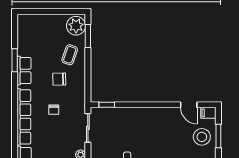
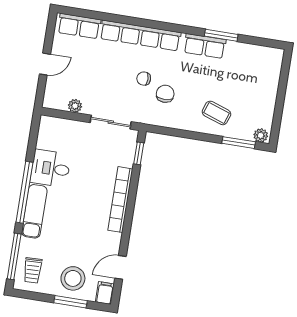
plant: (76, 26) -> (261, 135), width x0.53, depth x0.53
chair: (59, 79) -> (165, 94), moved
bookcase: (141, 112) -> (120, 200), added

